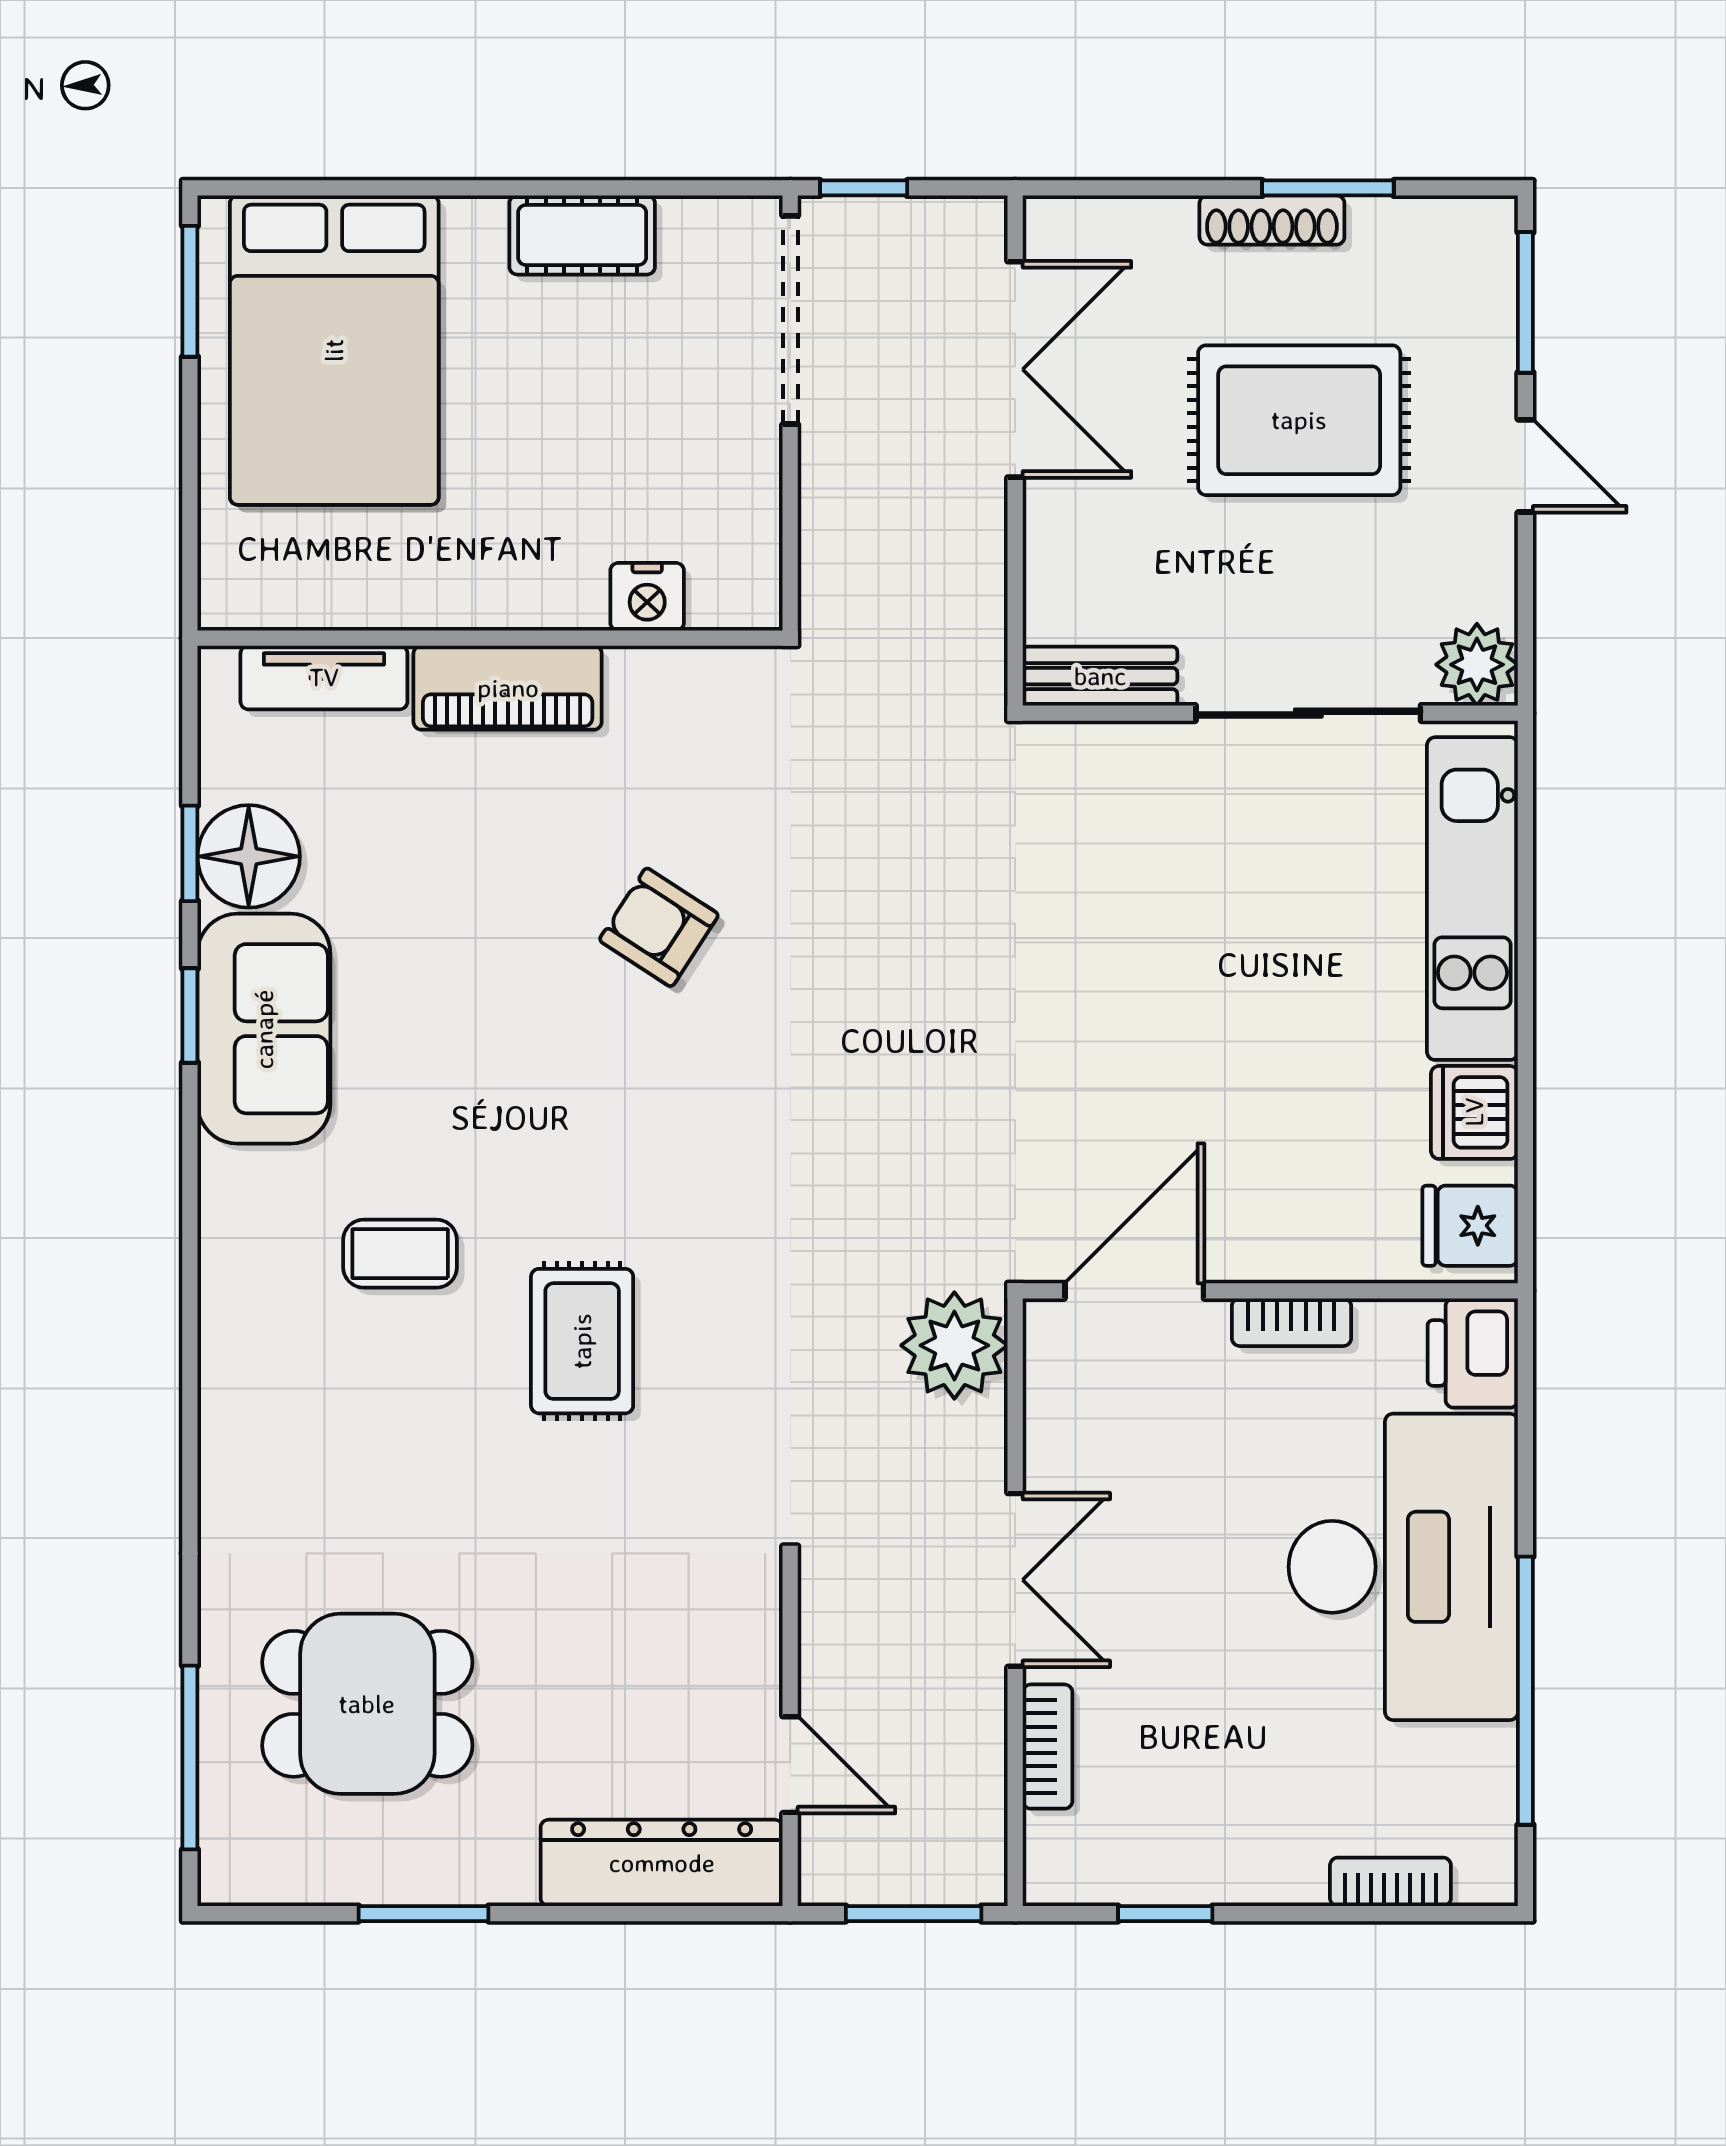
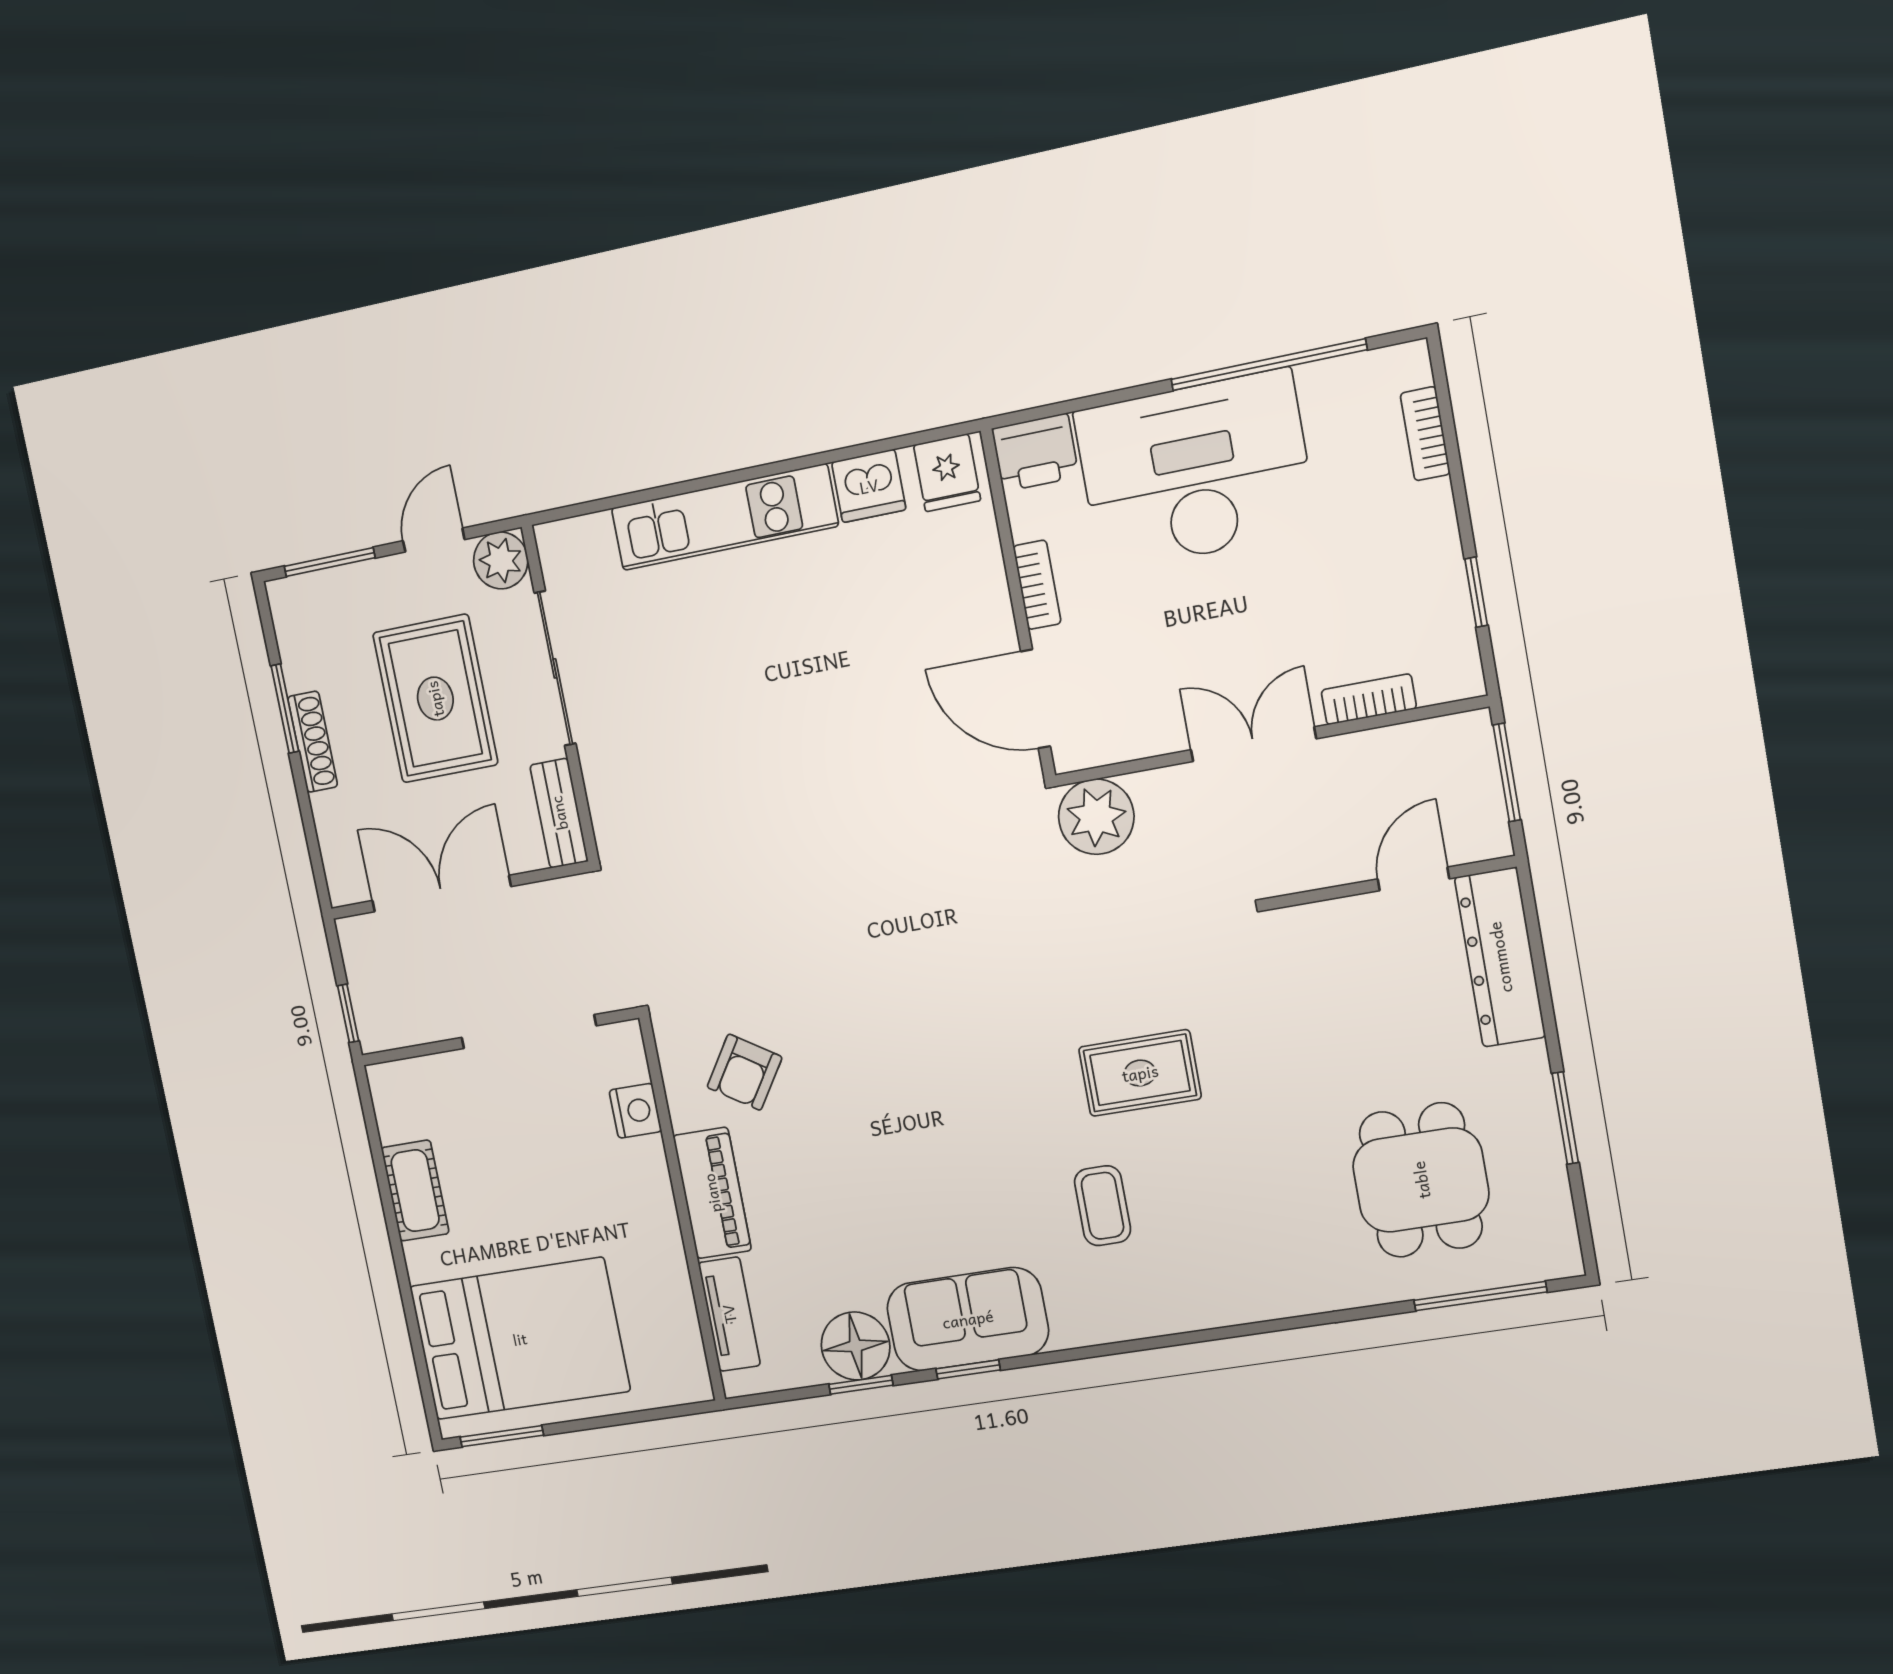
doorway: (790, 320) -> (529, 1032), moved
plant: (1477, 665) -> (501, 560), moved
bench: (1100, 676) -> (559, 813), moved
wall: (1270, 713) -> (560, 694), moved
sliding door: (1308, 713) -> (555, 668), moved
armchair: (659, 927) -> (745, 1072), moved

